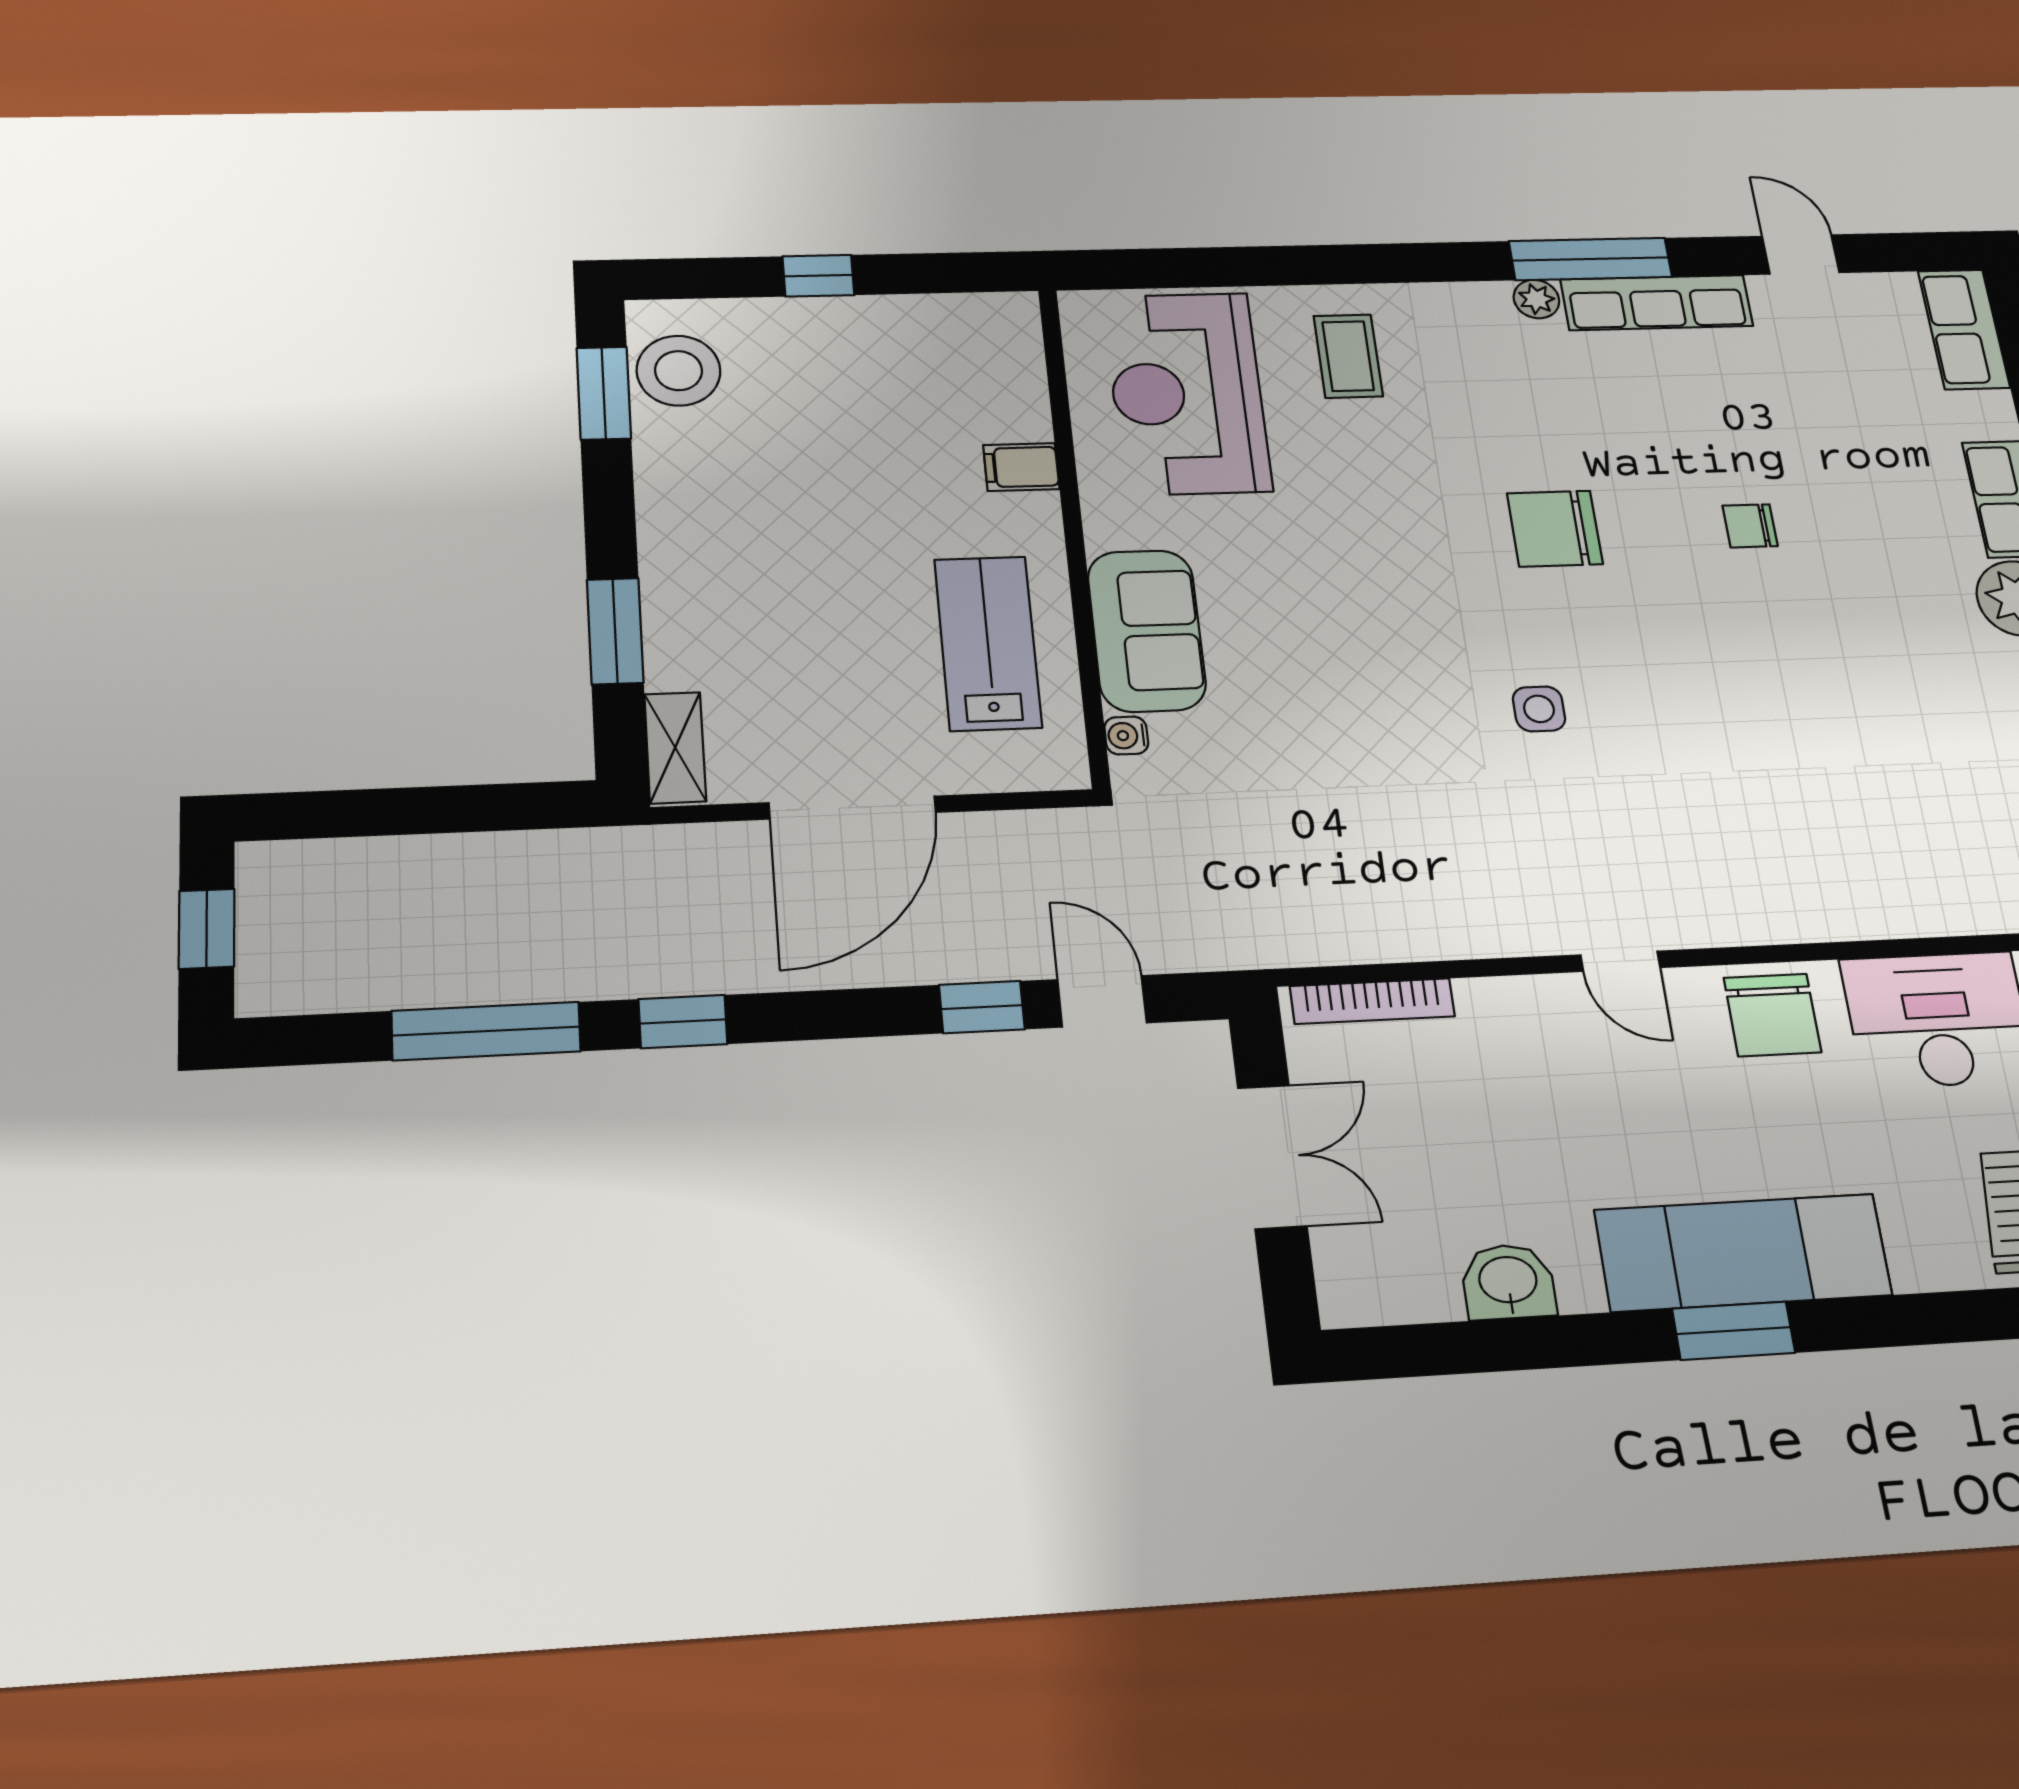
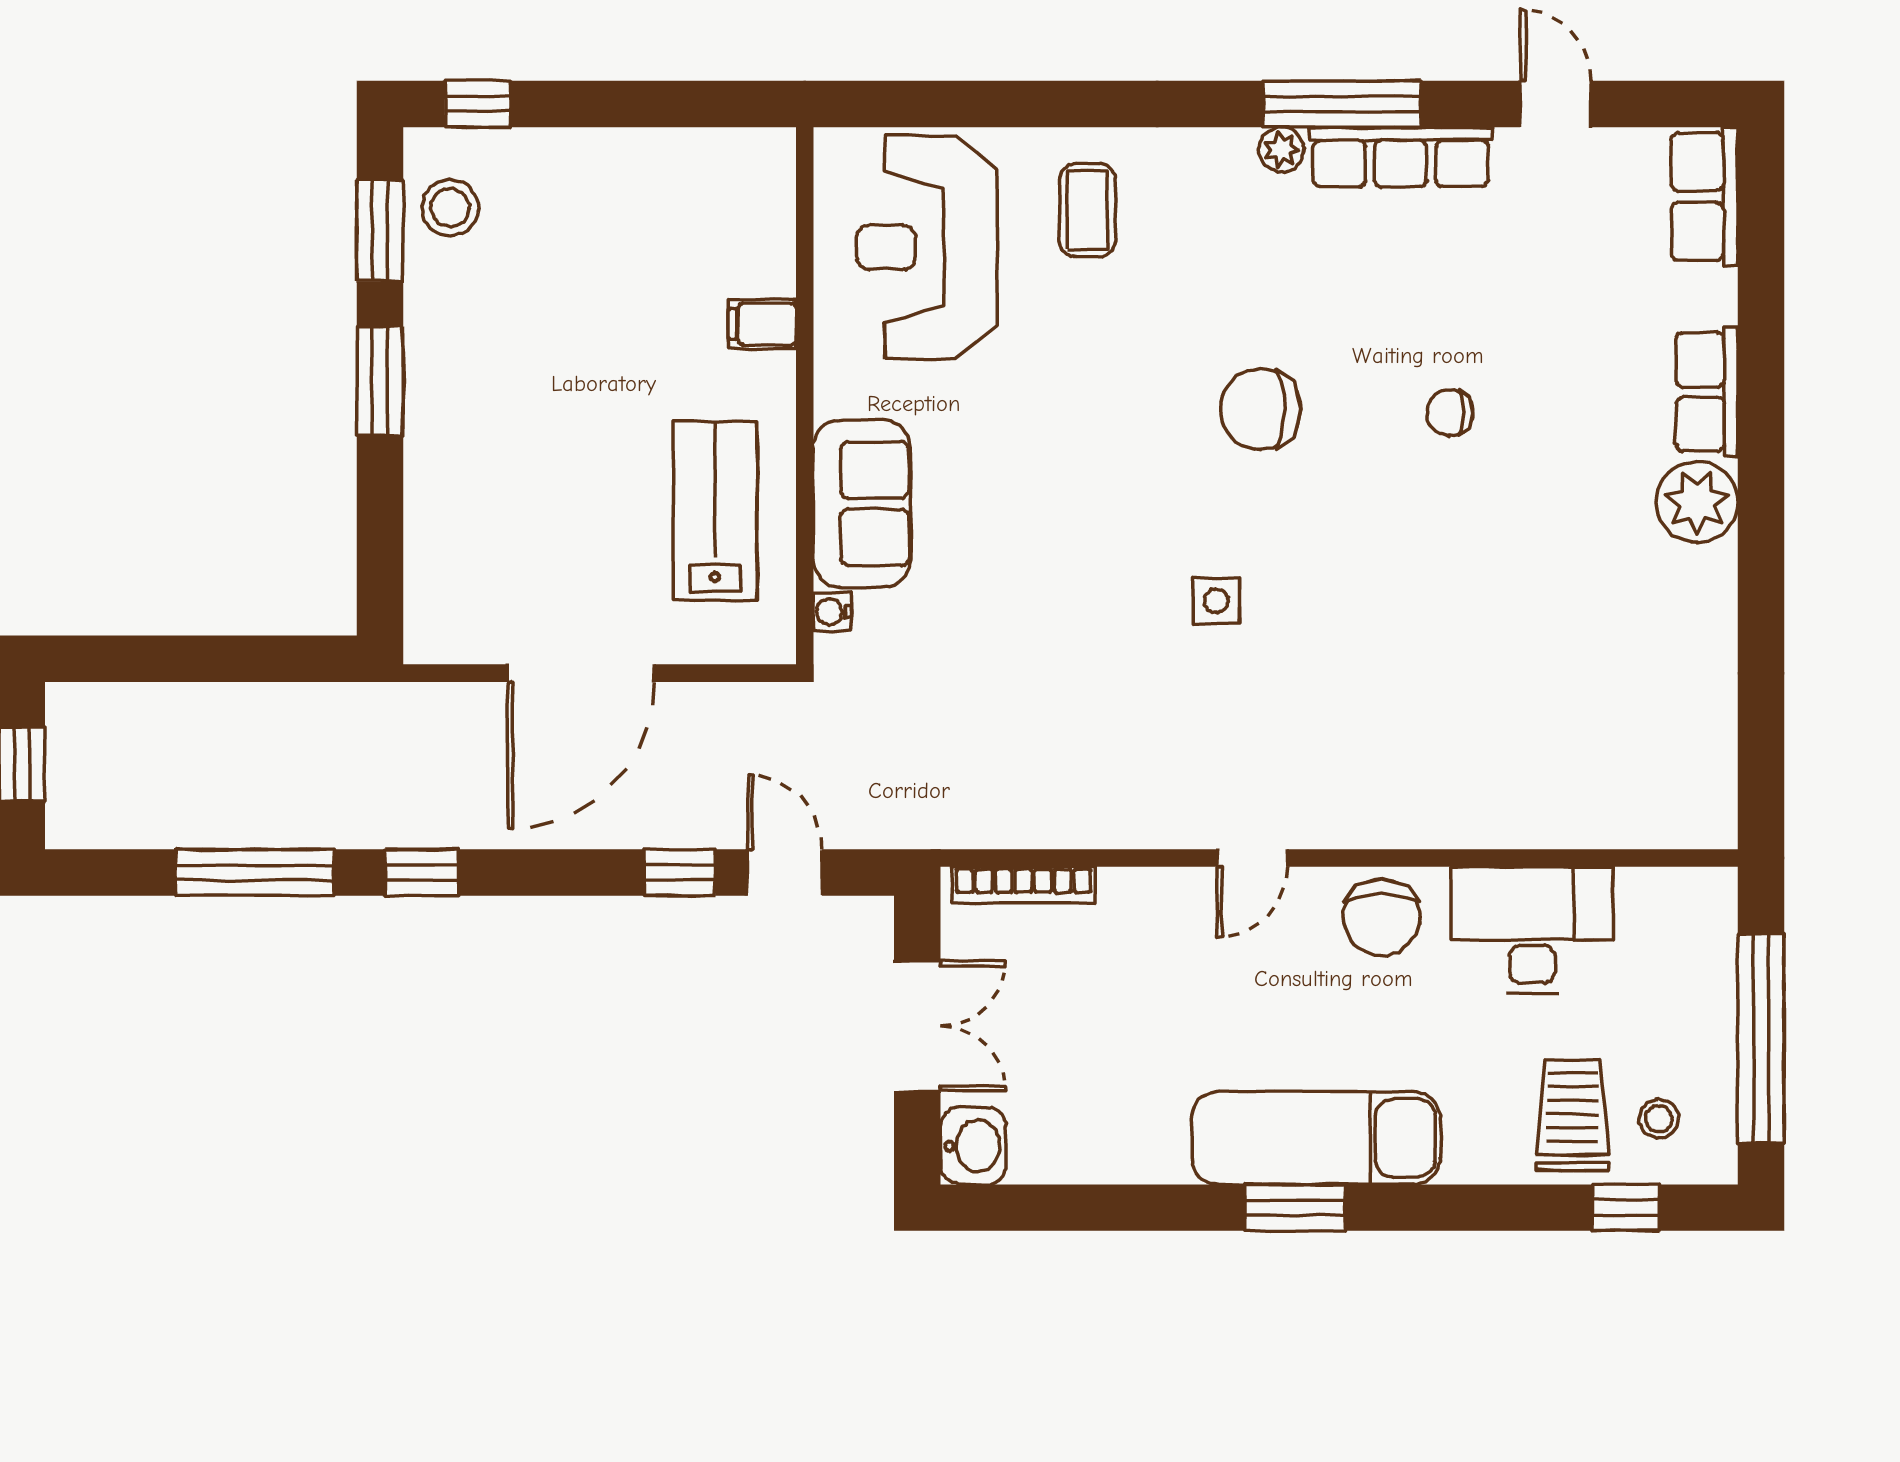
window: (818, 276) -> (478, 104), moved
stool: (678, 371) -> (450, 208), width x0.73, depth x0.73
window: (615, 631) -> (380, 381), moved
shelving: (675, 748) -> (428, 606), removed
door: (1620, 961) -> (1252, 858), hinge flipped
washbasin: (1508, 1282) -> (973, 1146), moved, turned 90

